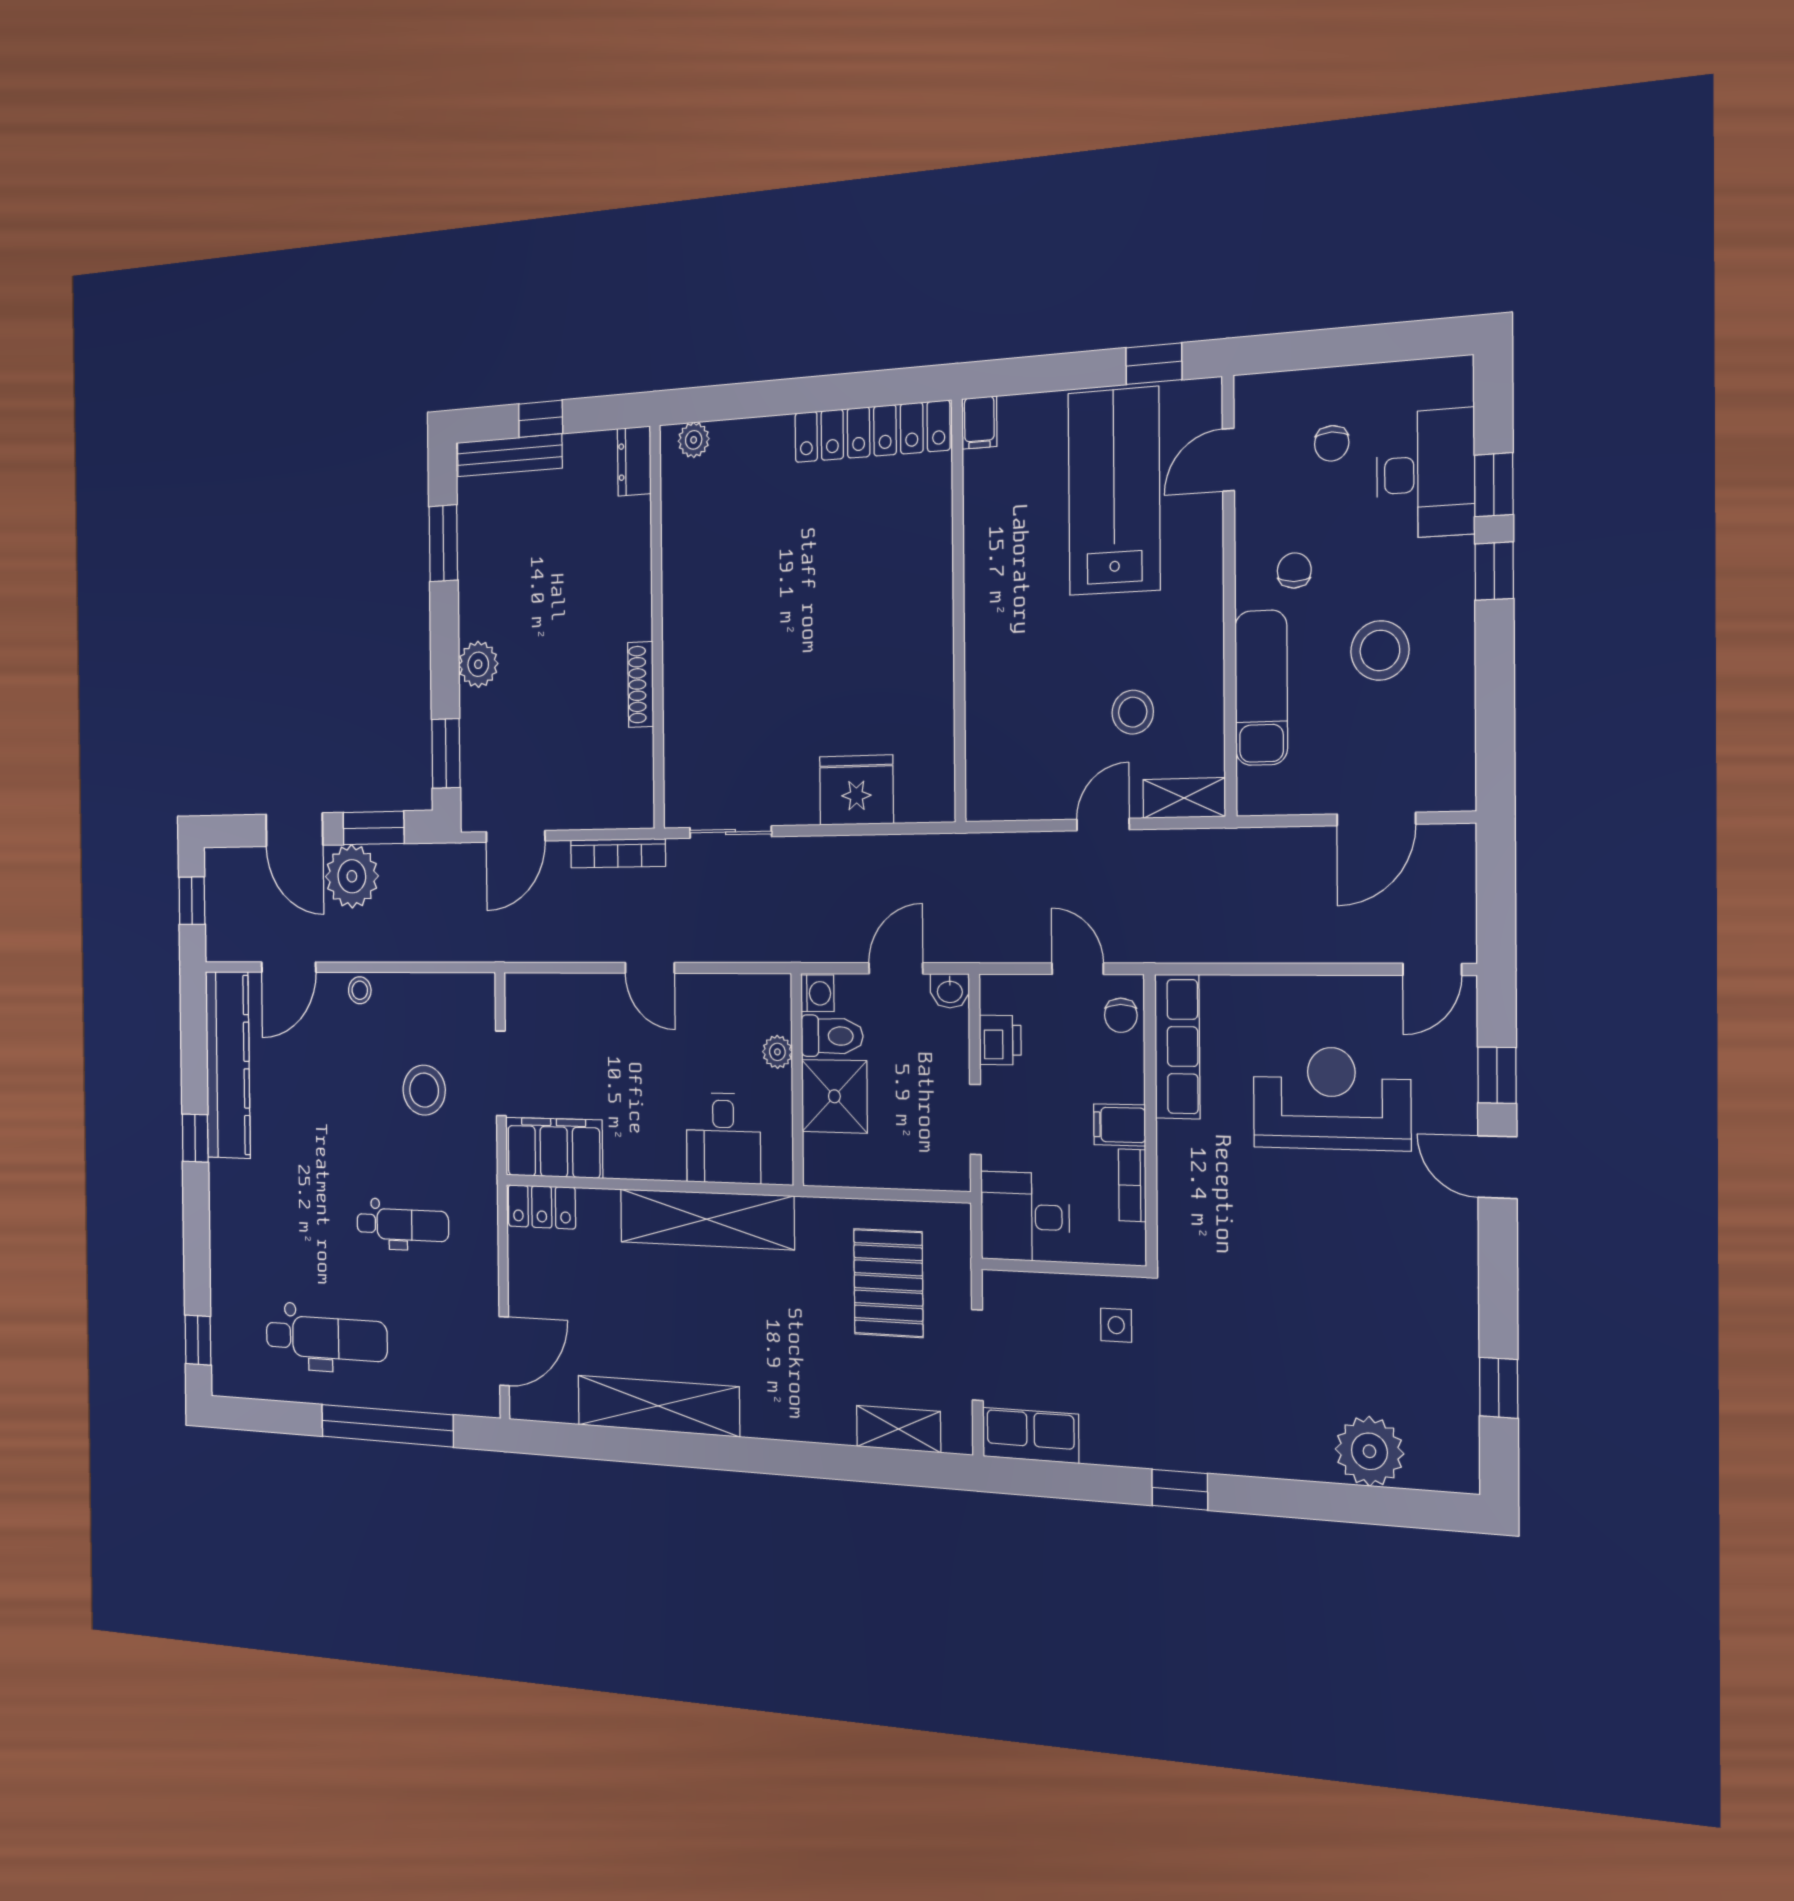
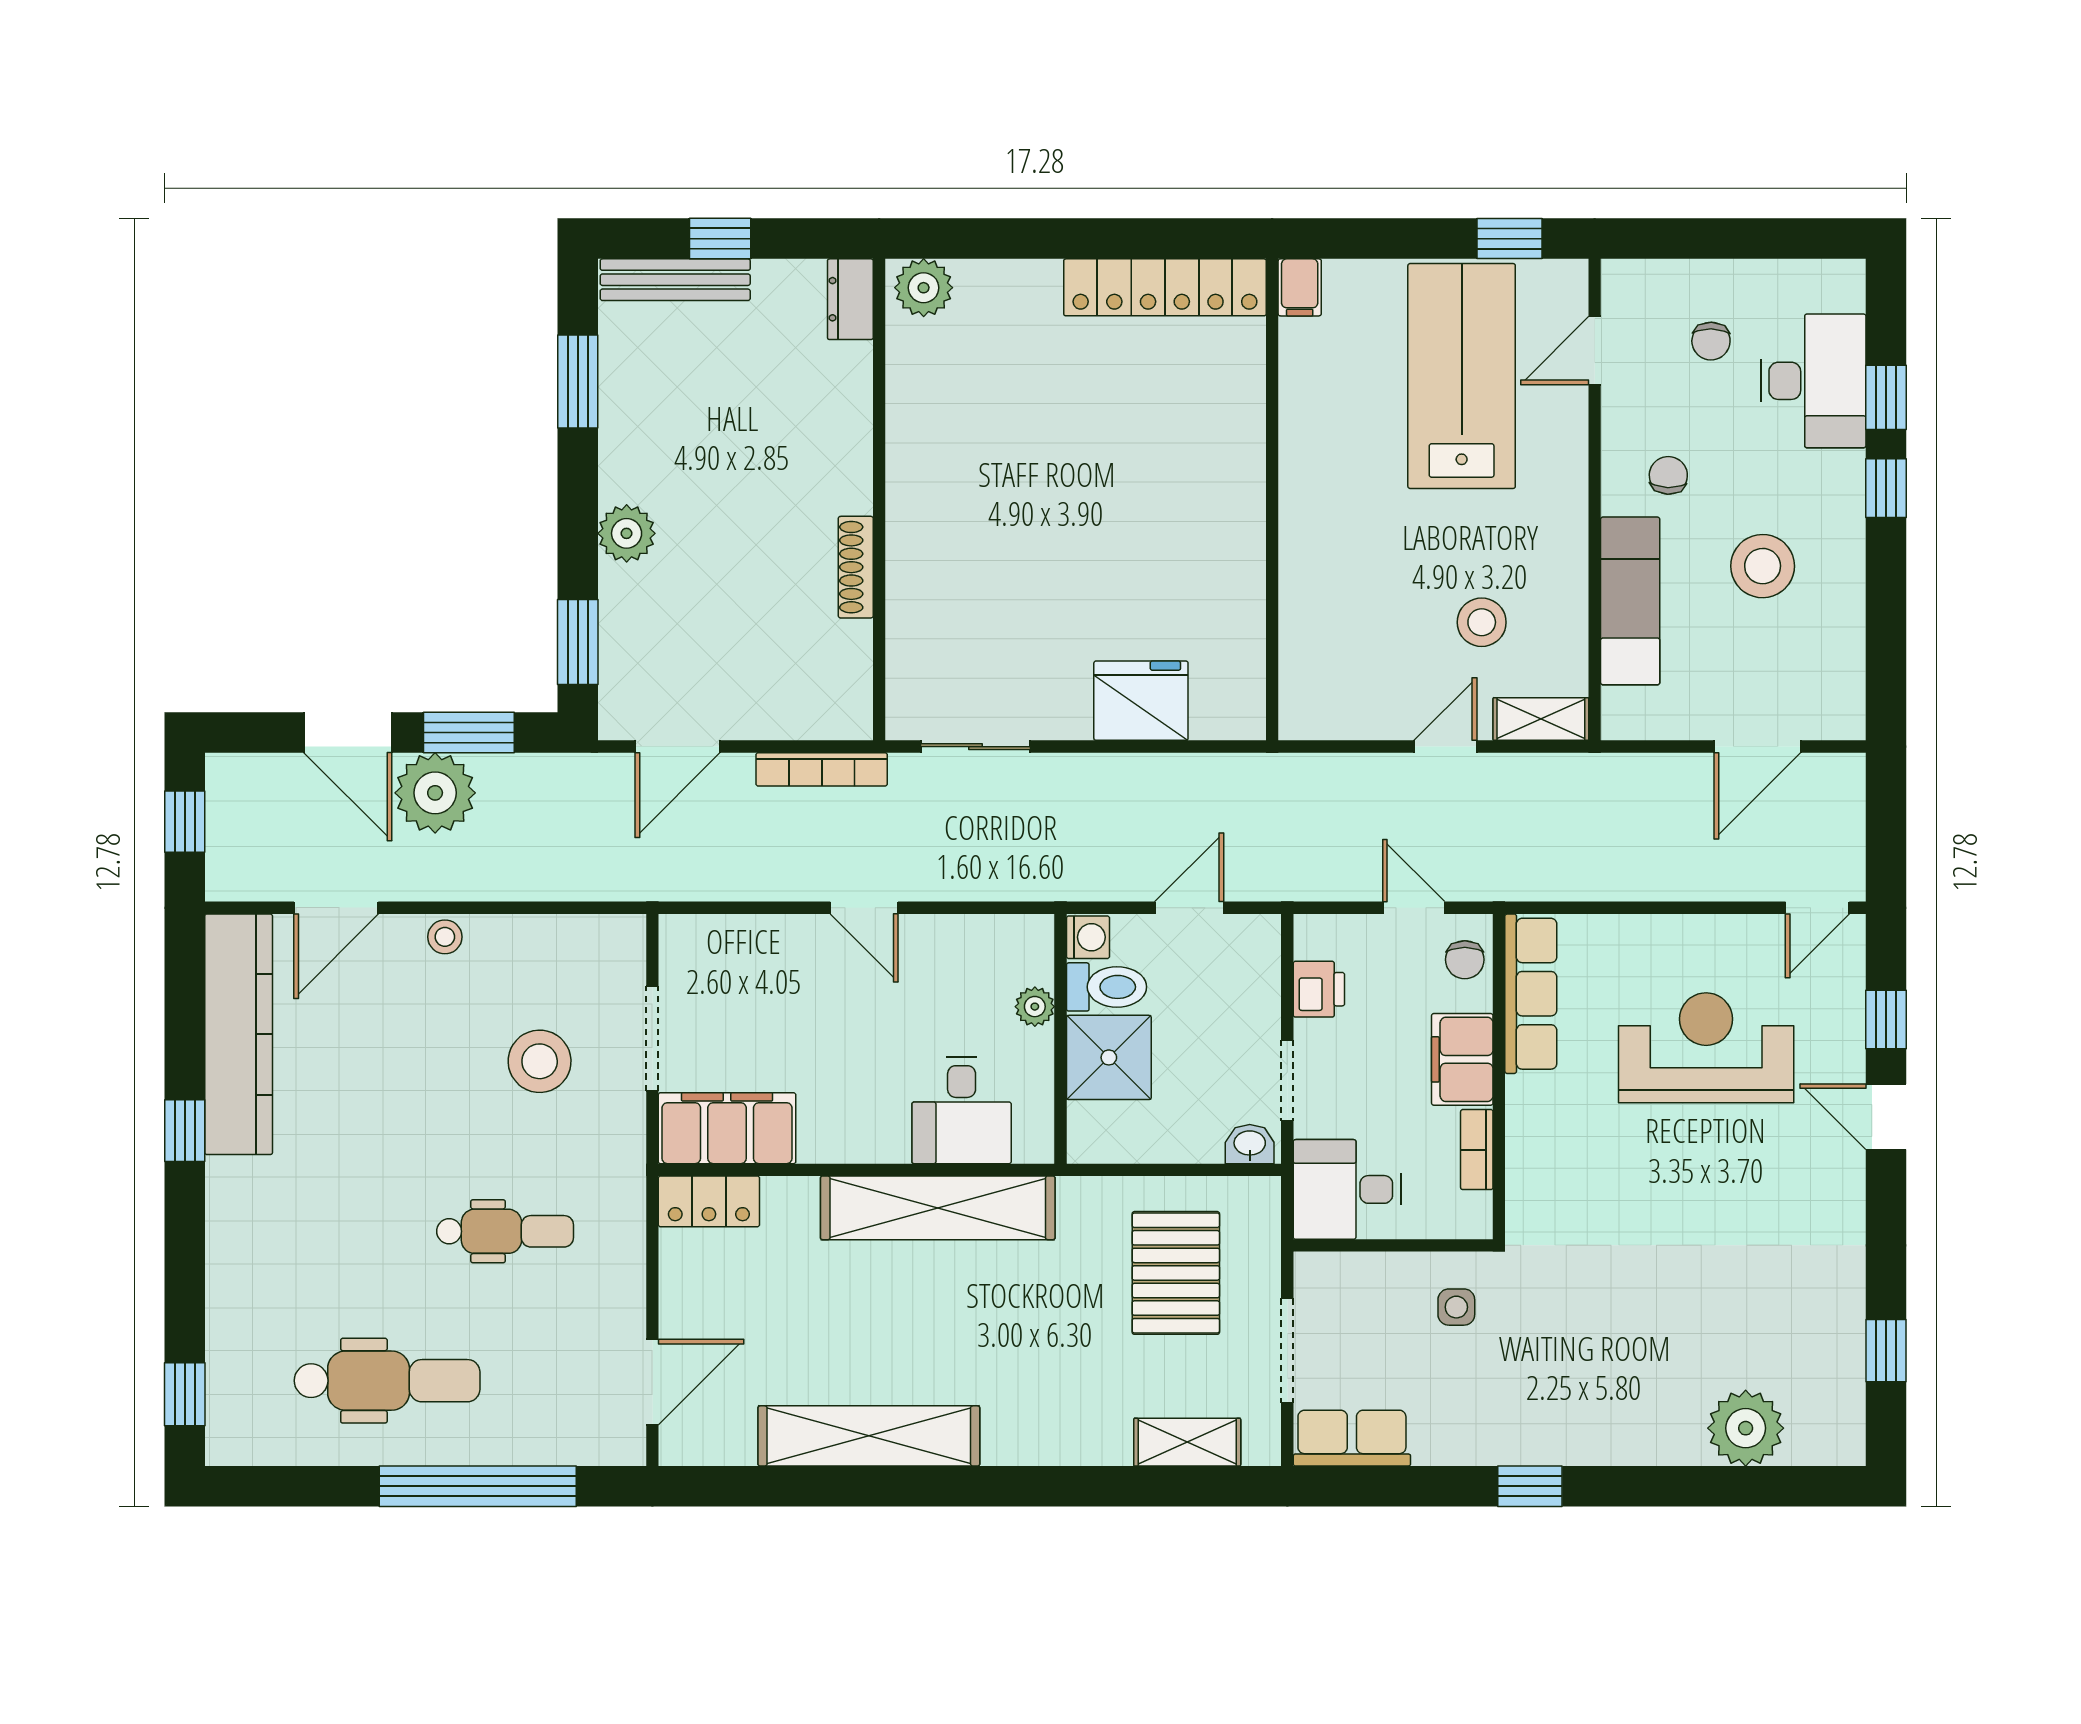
plant: (694, 440) -> (924, 288), width x1.38, depth x1.38
washbasin: (950, 991) -> (1250, 1144), moved, turned 180
filing cabinet: (1120, 1125) -> (1462, 1059), width x2.00

